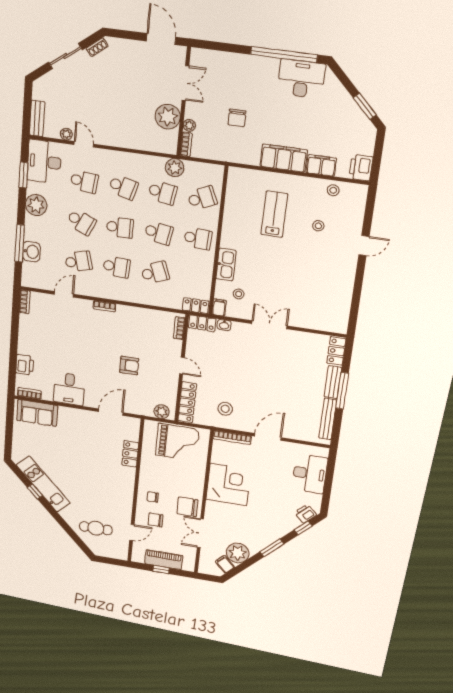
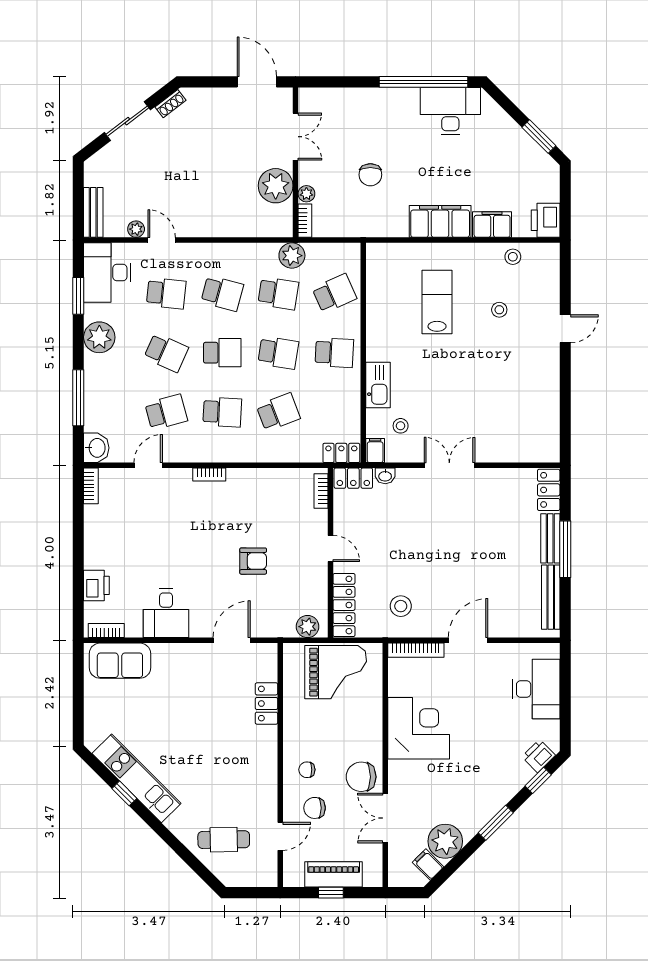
washbasin: (31, 252) -> (96, 448), moved

